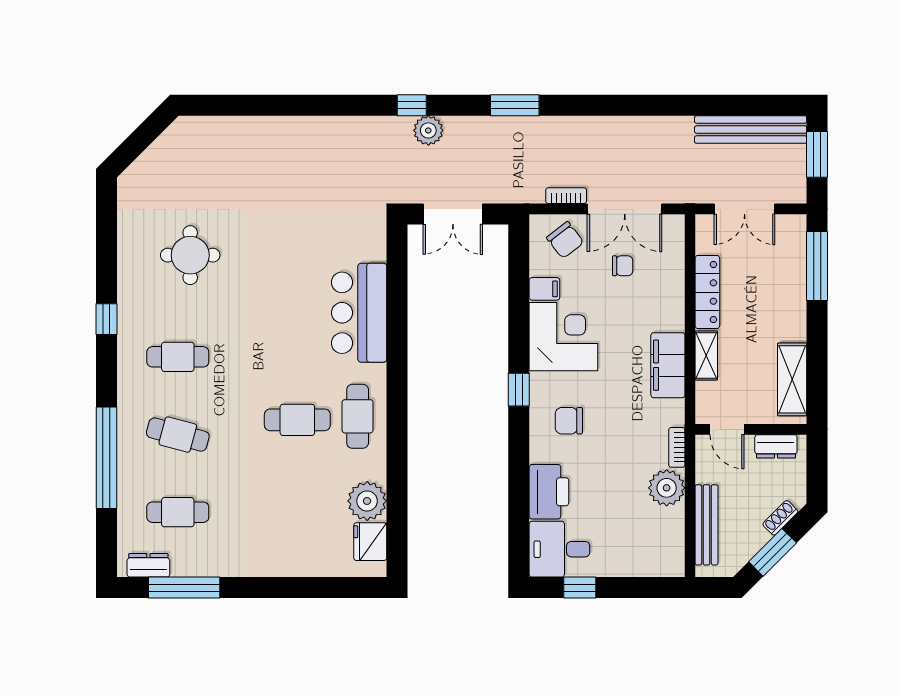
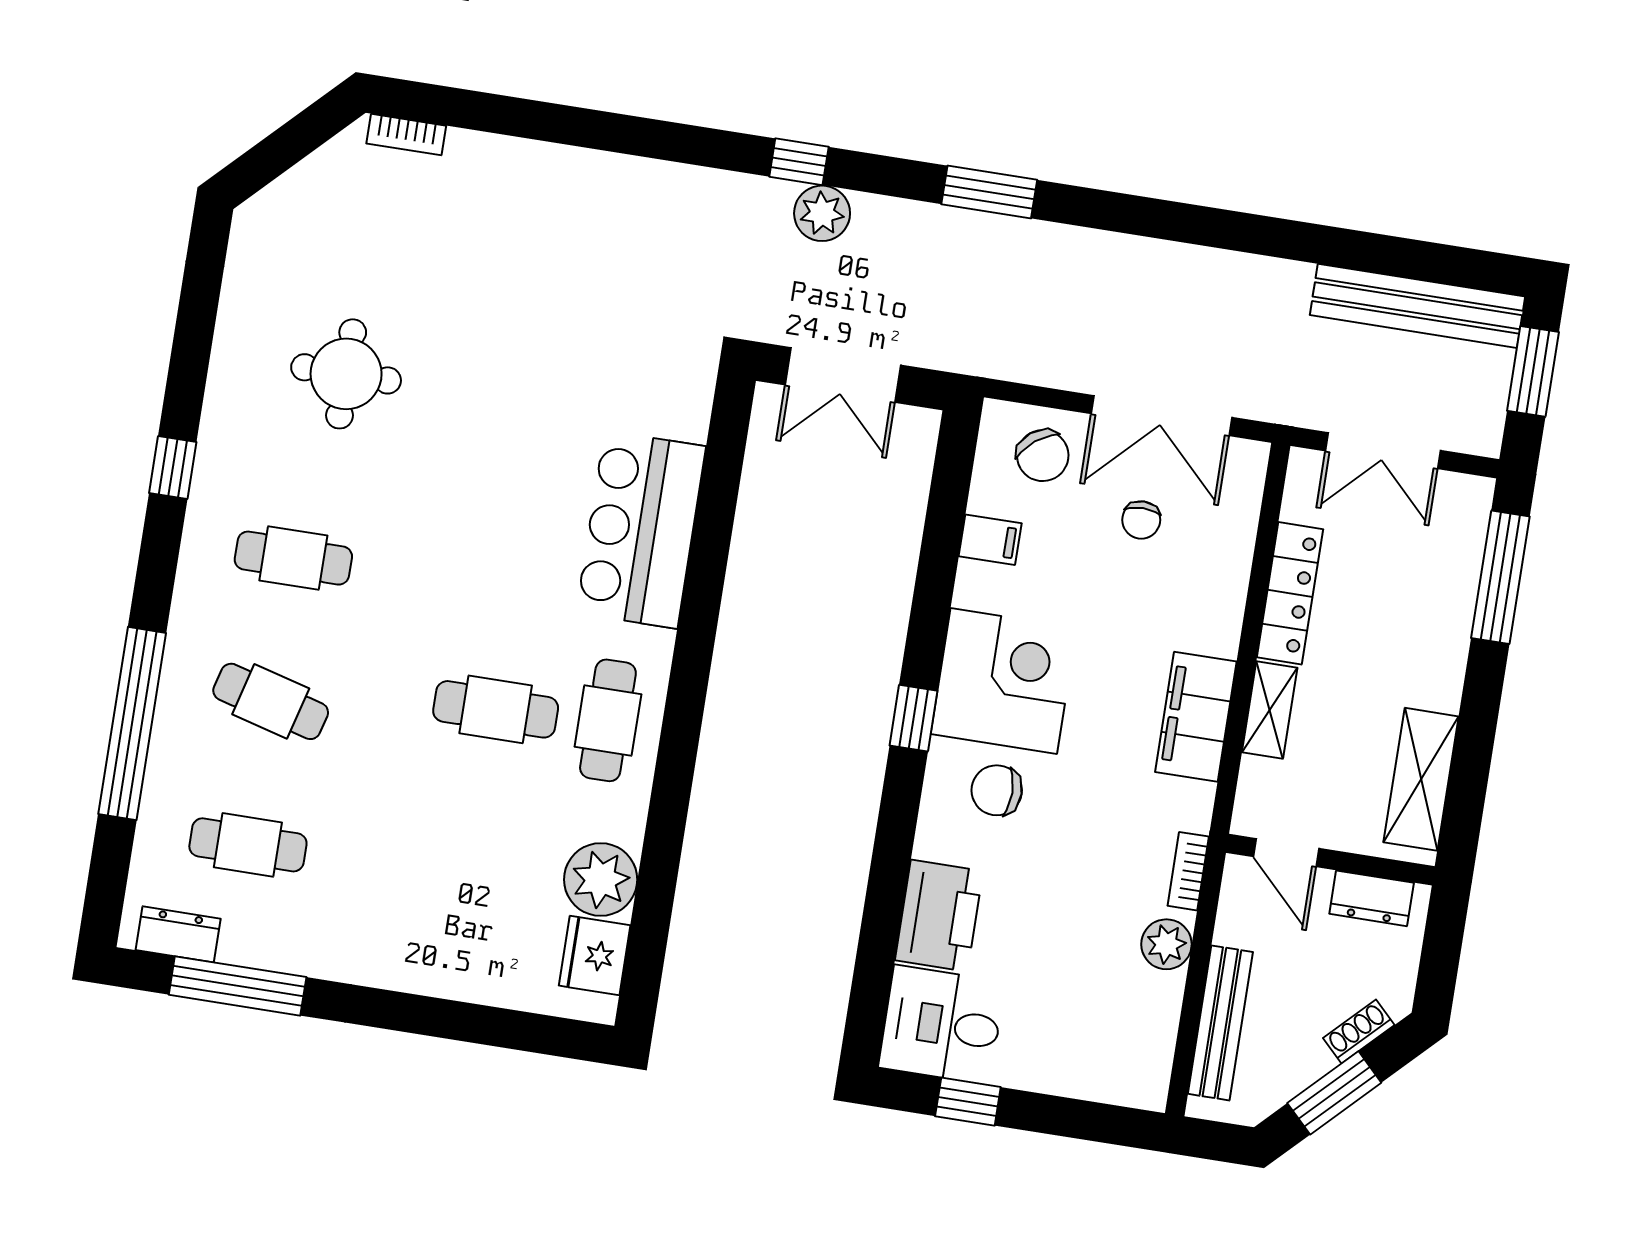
bookcase: (566, 196) -> (406, 135), moved, turned 180
chair: (623, 266) -> (1141, 520), turned 90
corner desk: (563, 337) -> (1004, 681), moved
plant: (667, 488) -> (1166, 944), width x0.73, depth x0.73

